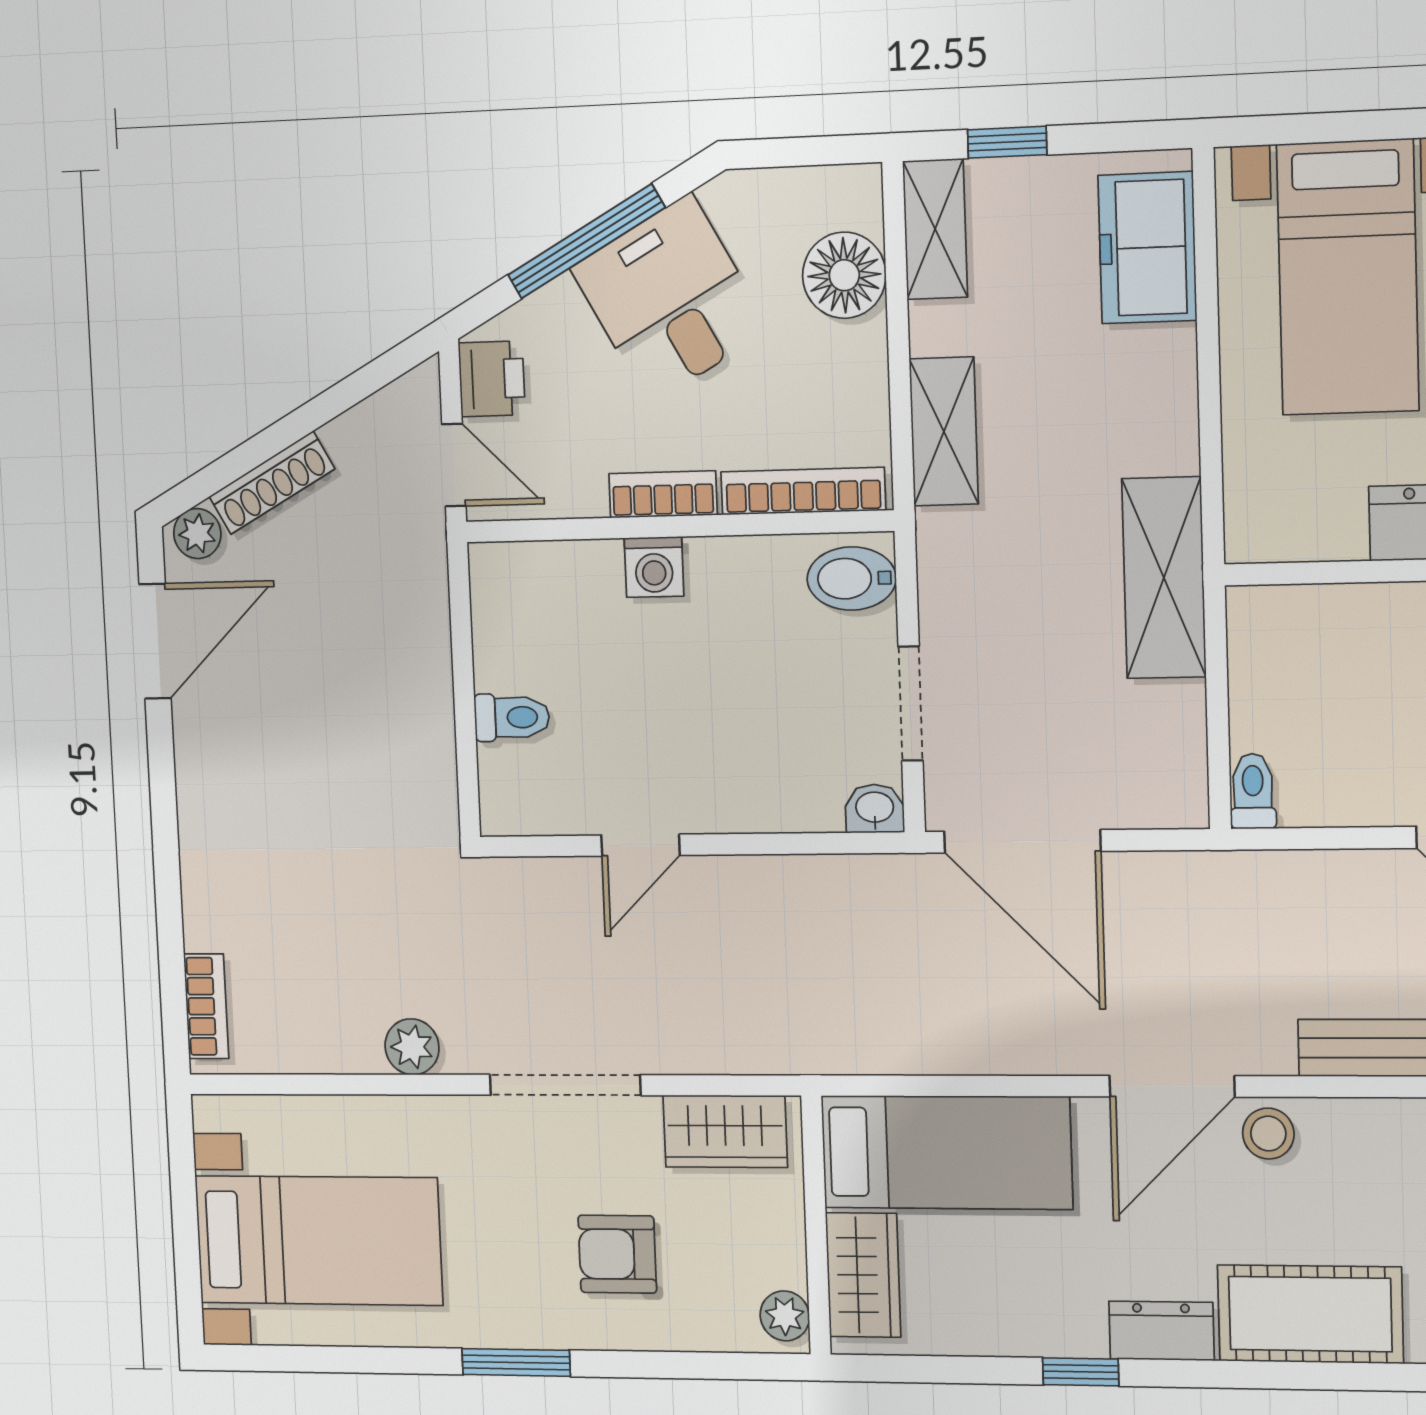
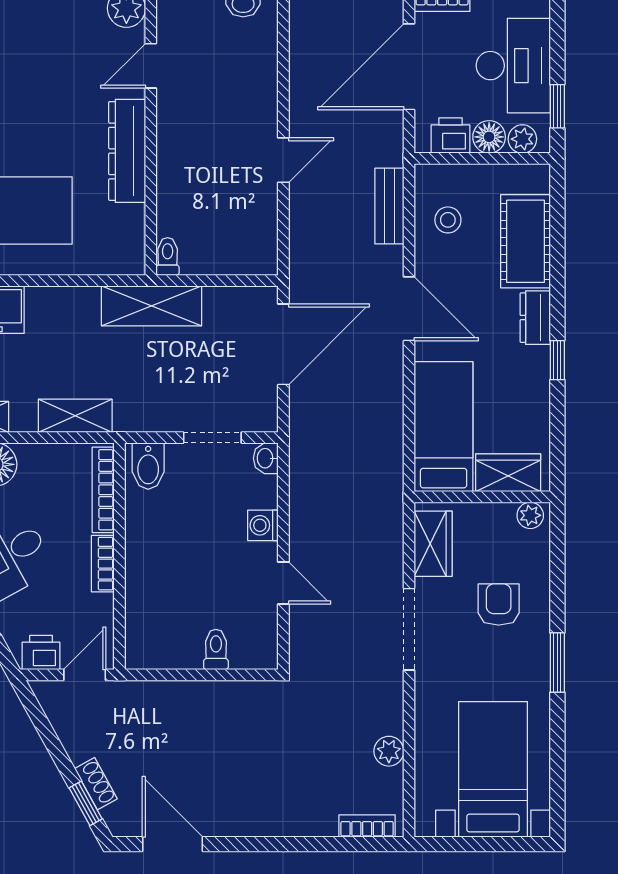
window: (220, 474) -> (86, 803), added
shoe rack: (272, 483) -> (96, 784), width x0.70
plant: (197, 534) -> (116, 818), removed
washing machine: (654, 567) -> (263, 525), moved, turned 180
toilet: (1253, 791) -> (168, 257), moved, turned 90
door: (1022, 841) -> (283, 344), moved
plant: (412, 1047) -> (389, 751), moved
stool: (1268, 1134) -> (448, 220), moved
armchair: (617, 1254) -> (499, 605), turned 180

